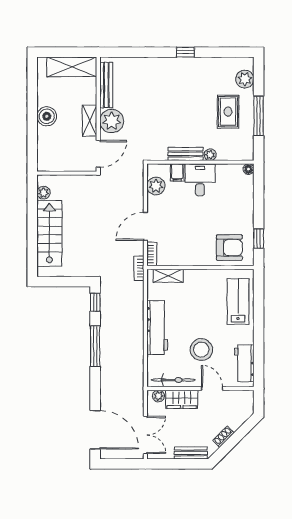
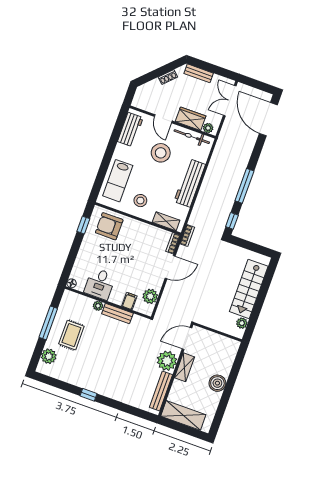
desk: (200, 180) -> (100, 284), moved
stool: (205, 289) -> (140, 201), added

